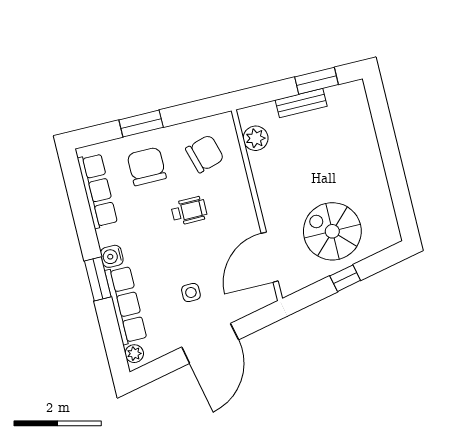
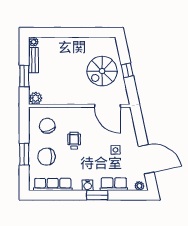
window: (317, 81) -> (24, 76), moved
plant: (356, 90) -> (34, 42), added
bench: (301, 103) -> (34, 60), moved
plant: (256, 138) -> (36, 98), moved
row of seats: (126, 305) -> (114, 184), width x0.68
door: (210, 343) -> (146, 159), moved

